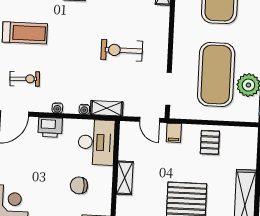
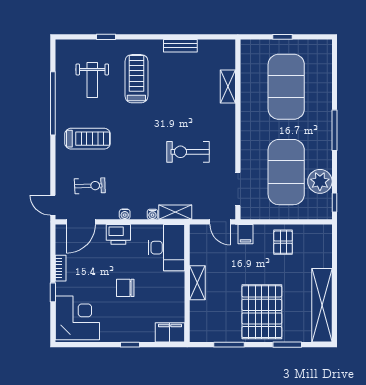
chair: (79, 185) -> (125, 288), moved

